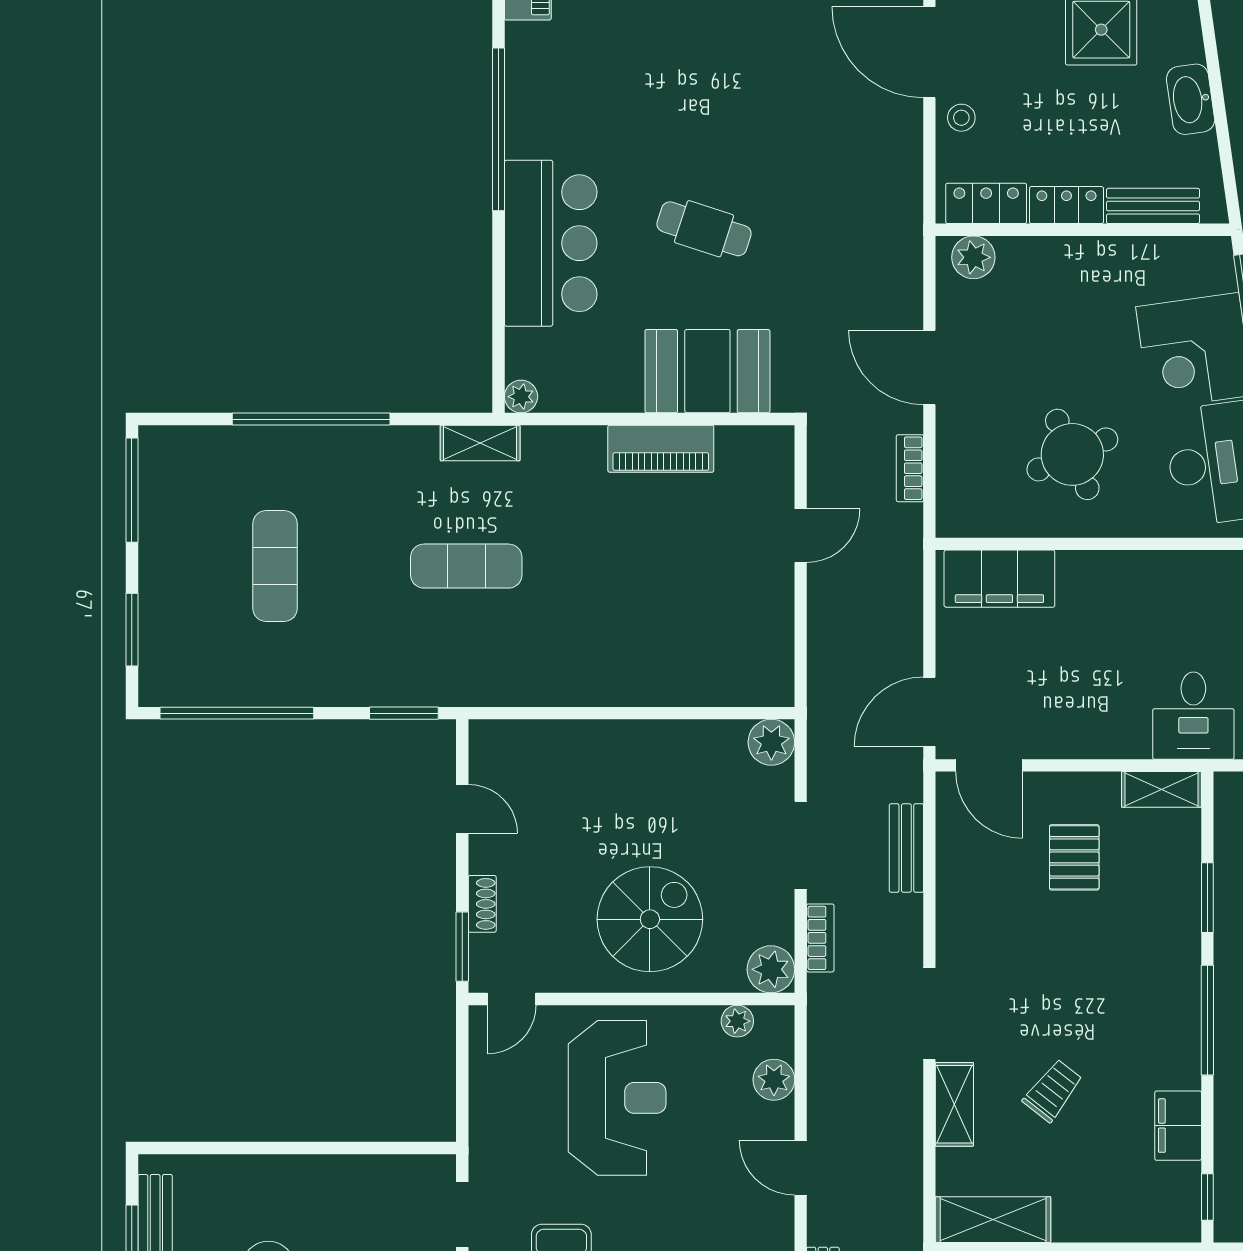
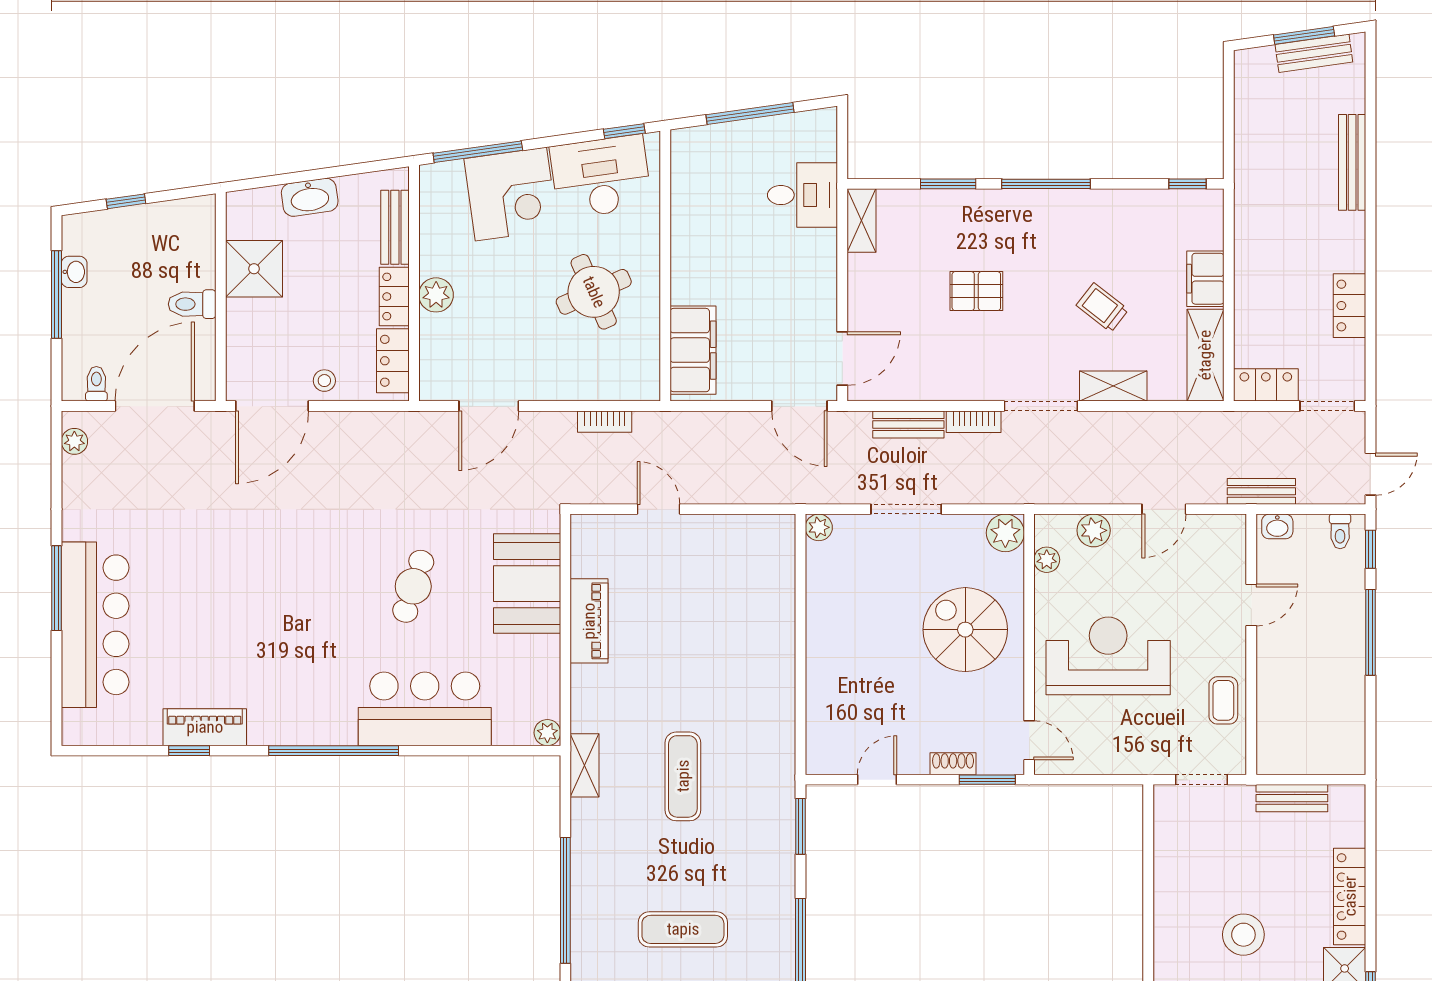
plant: (973, 257) -> (436, 295), moved
door: (929, 367) -> (489, 406), moved
plant: (771, 742) -> (819, 527), width x0.73, depth x0.73
pallet: (1074, 857) -> (976, 291), moved
bookcase: (820, 938) -> (974, 422), moved, turned 180
filing cabinet: (1178, 1126) -> (1205, 279), moved, turned 90

